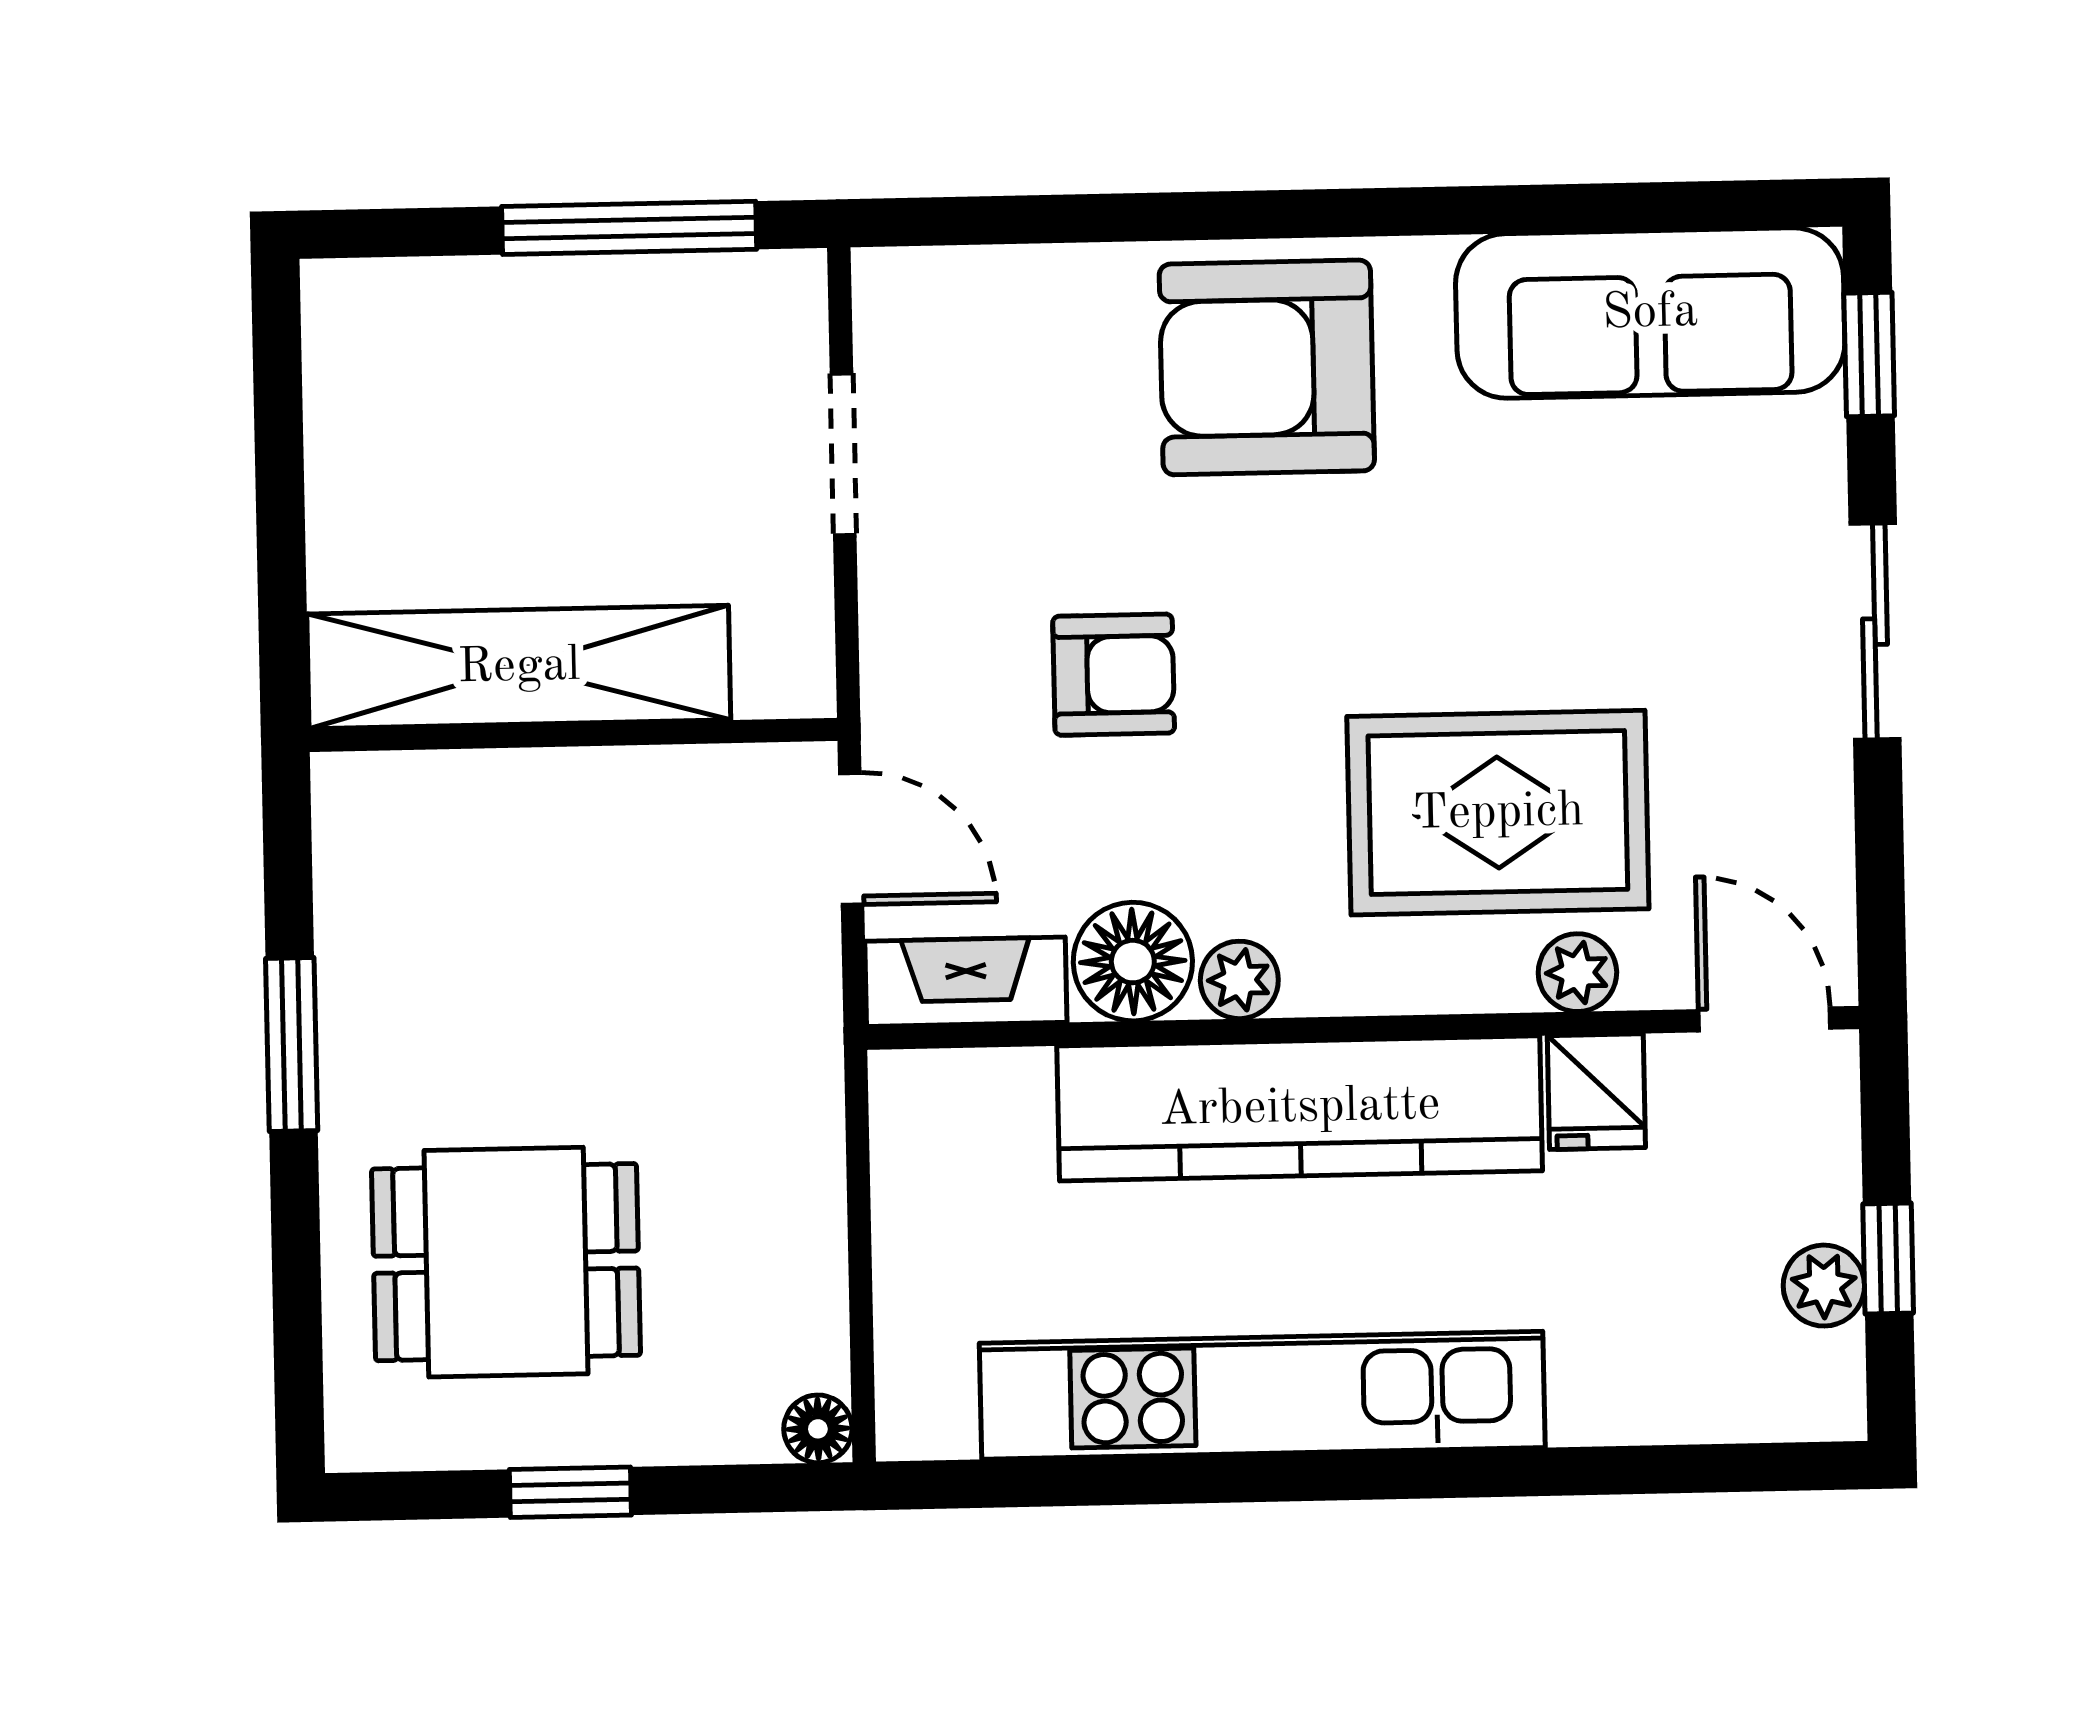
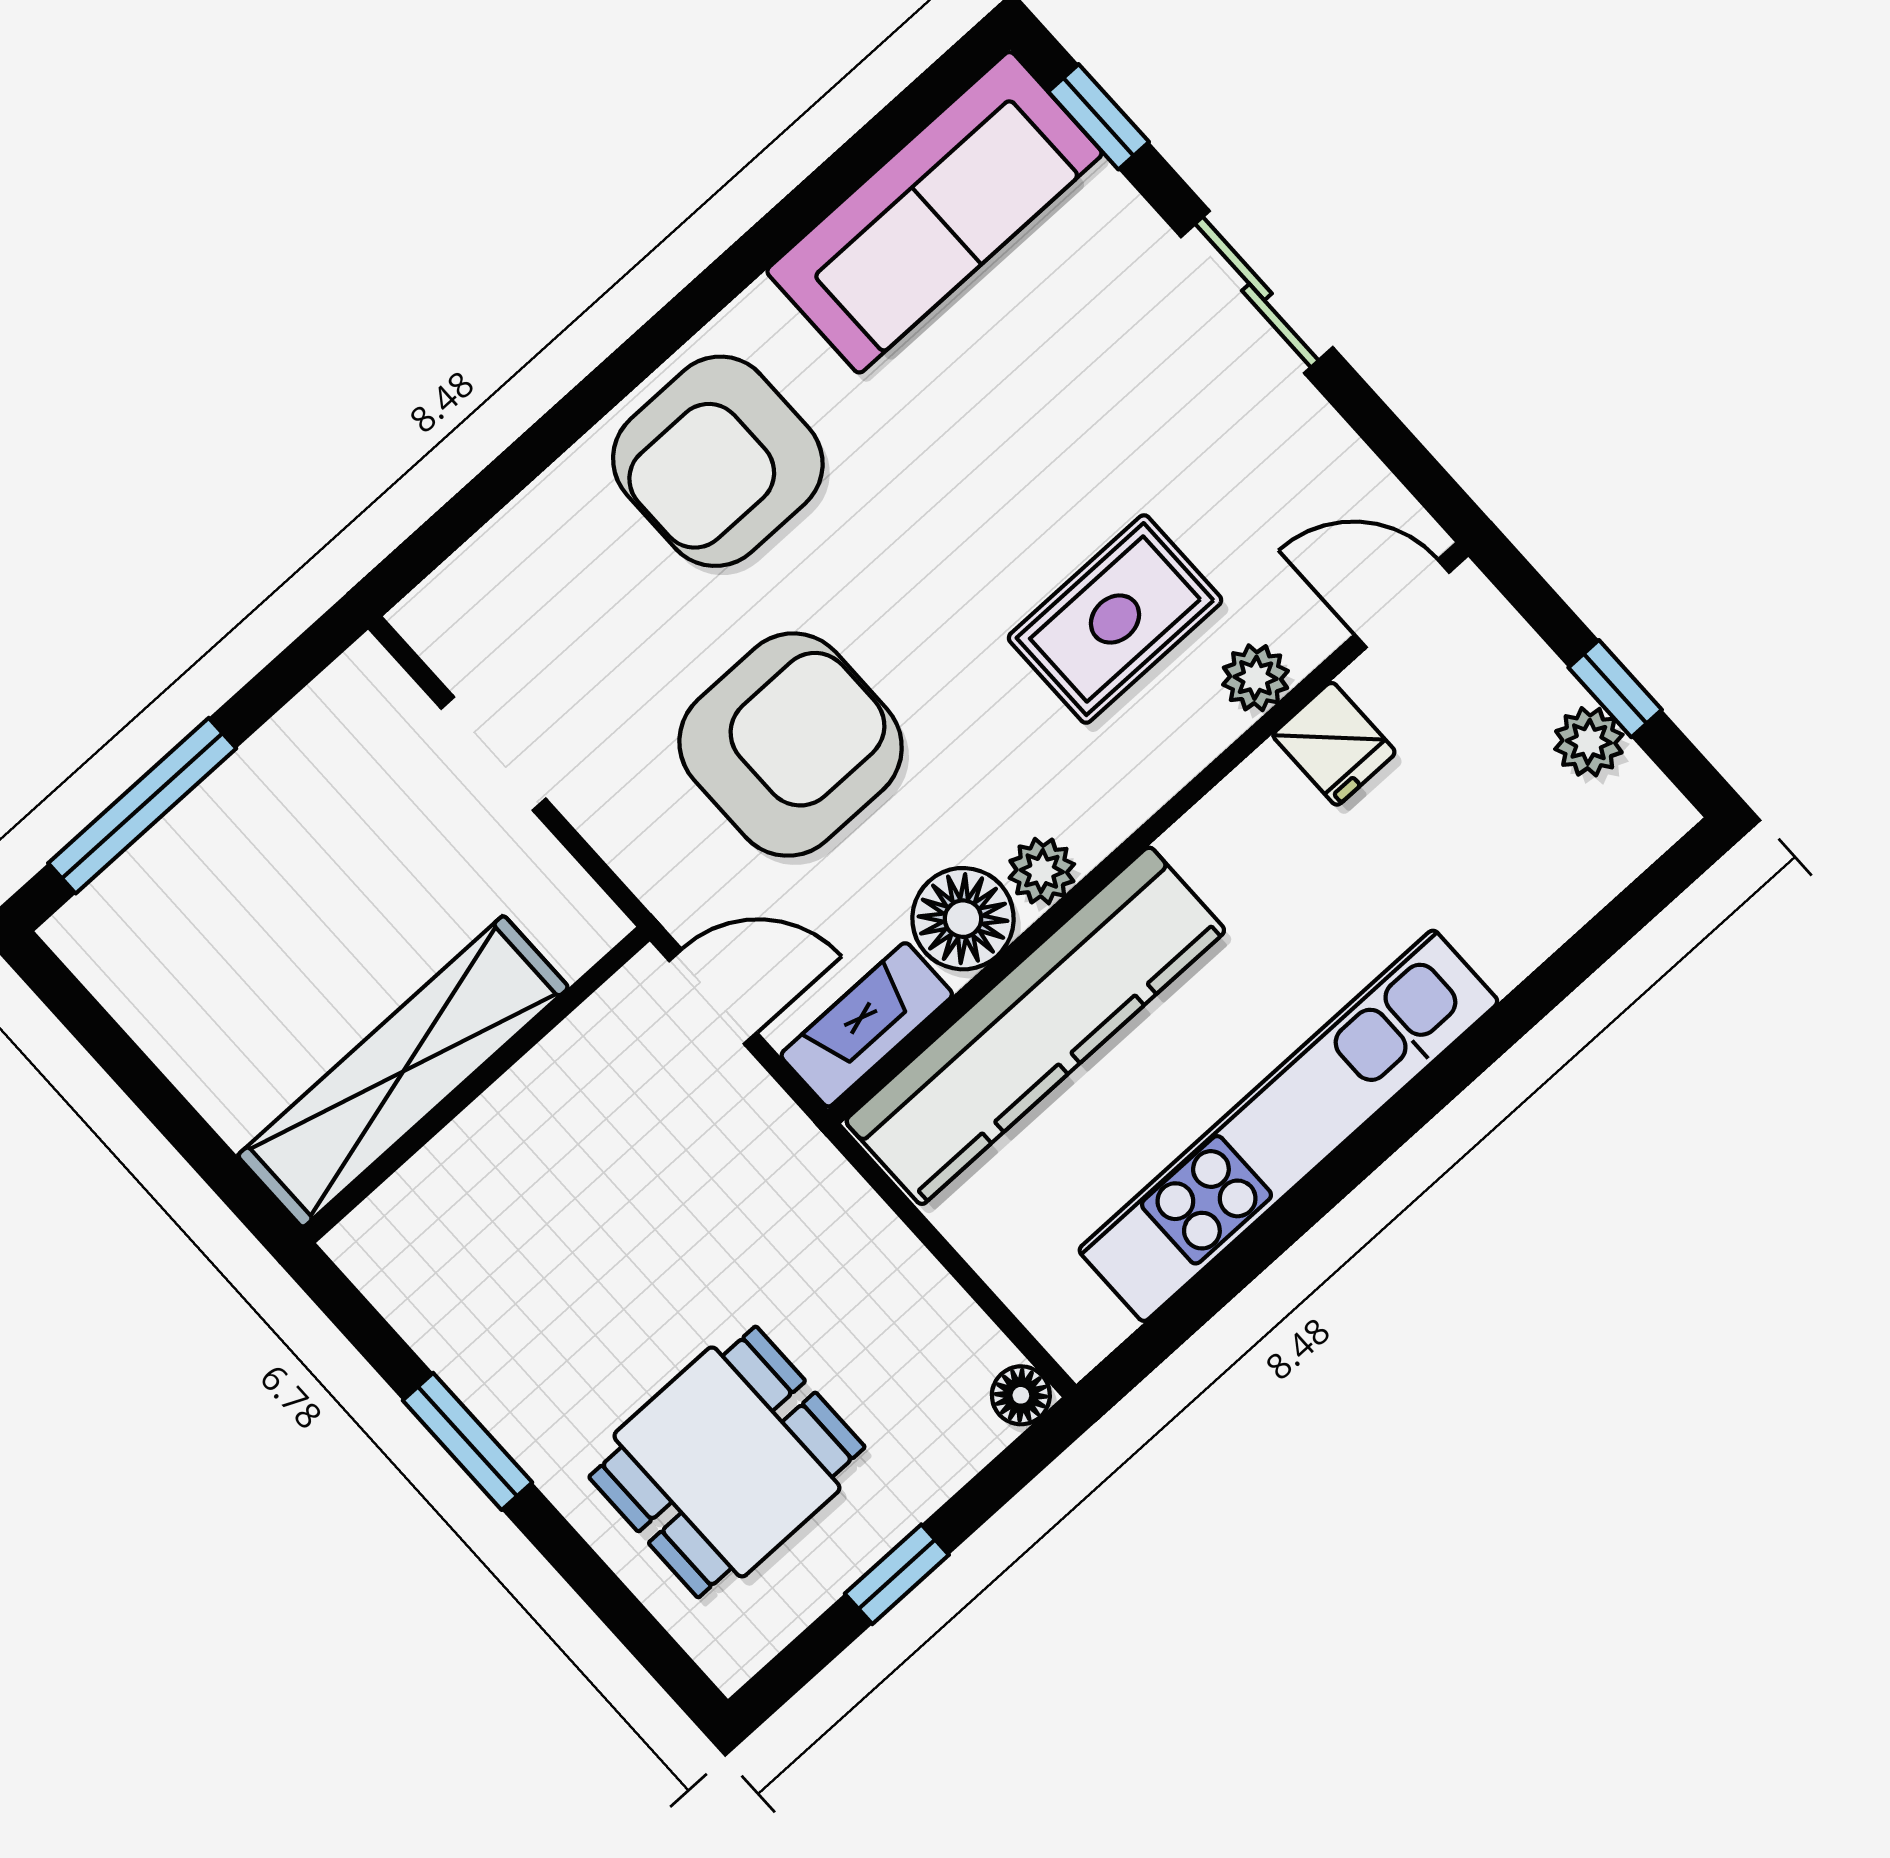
window: (629, 228) -> (142, 806), moved
armchair: (1114, 675) -> (791, 745), width x1.88, depth x1.88
rug: (1498, 813) -> (1115, 619), width x0.73, depth x0.70
kitchen counter: (1300, 1108) -> (1035, 1026), moved

